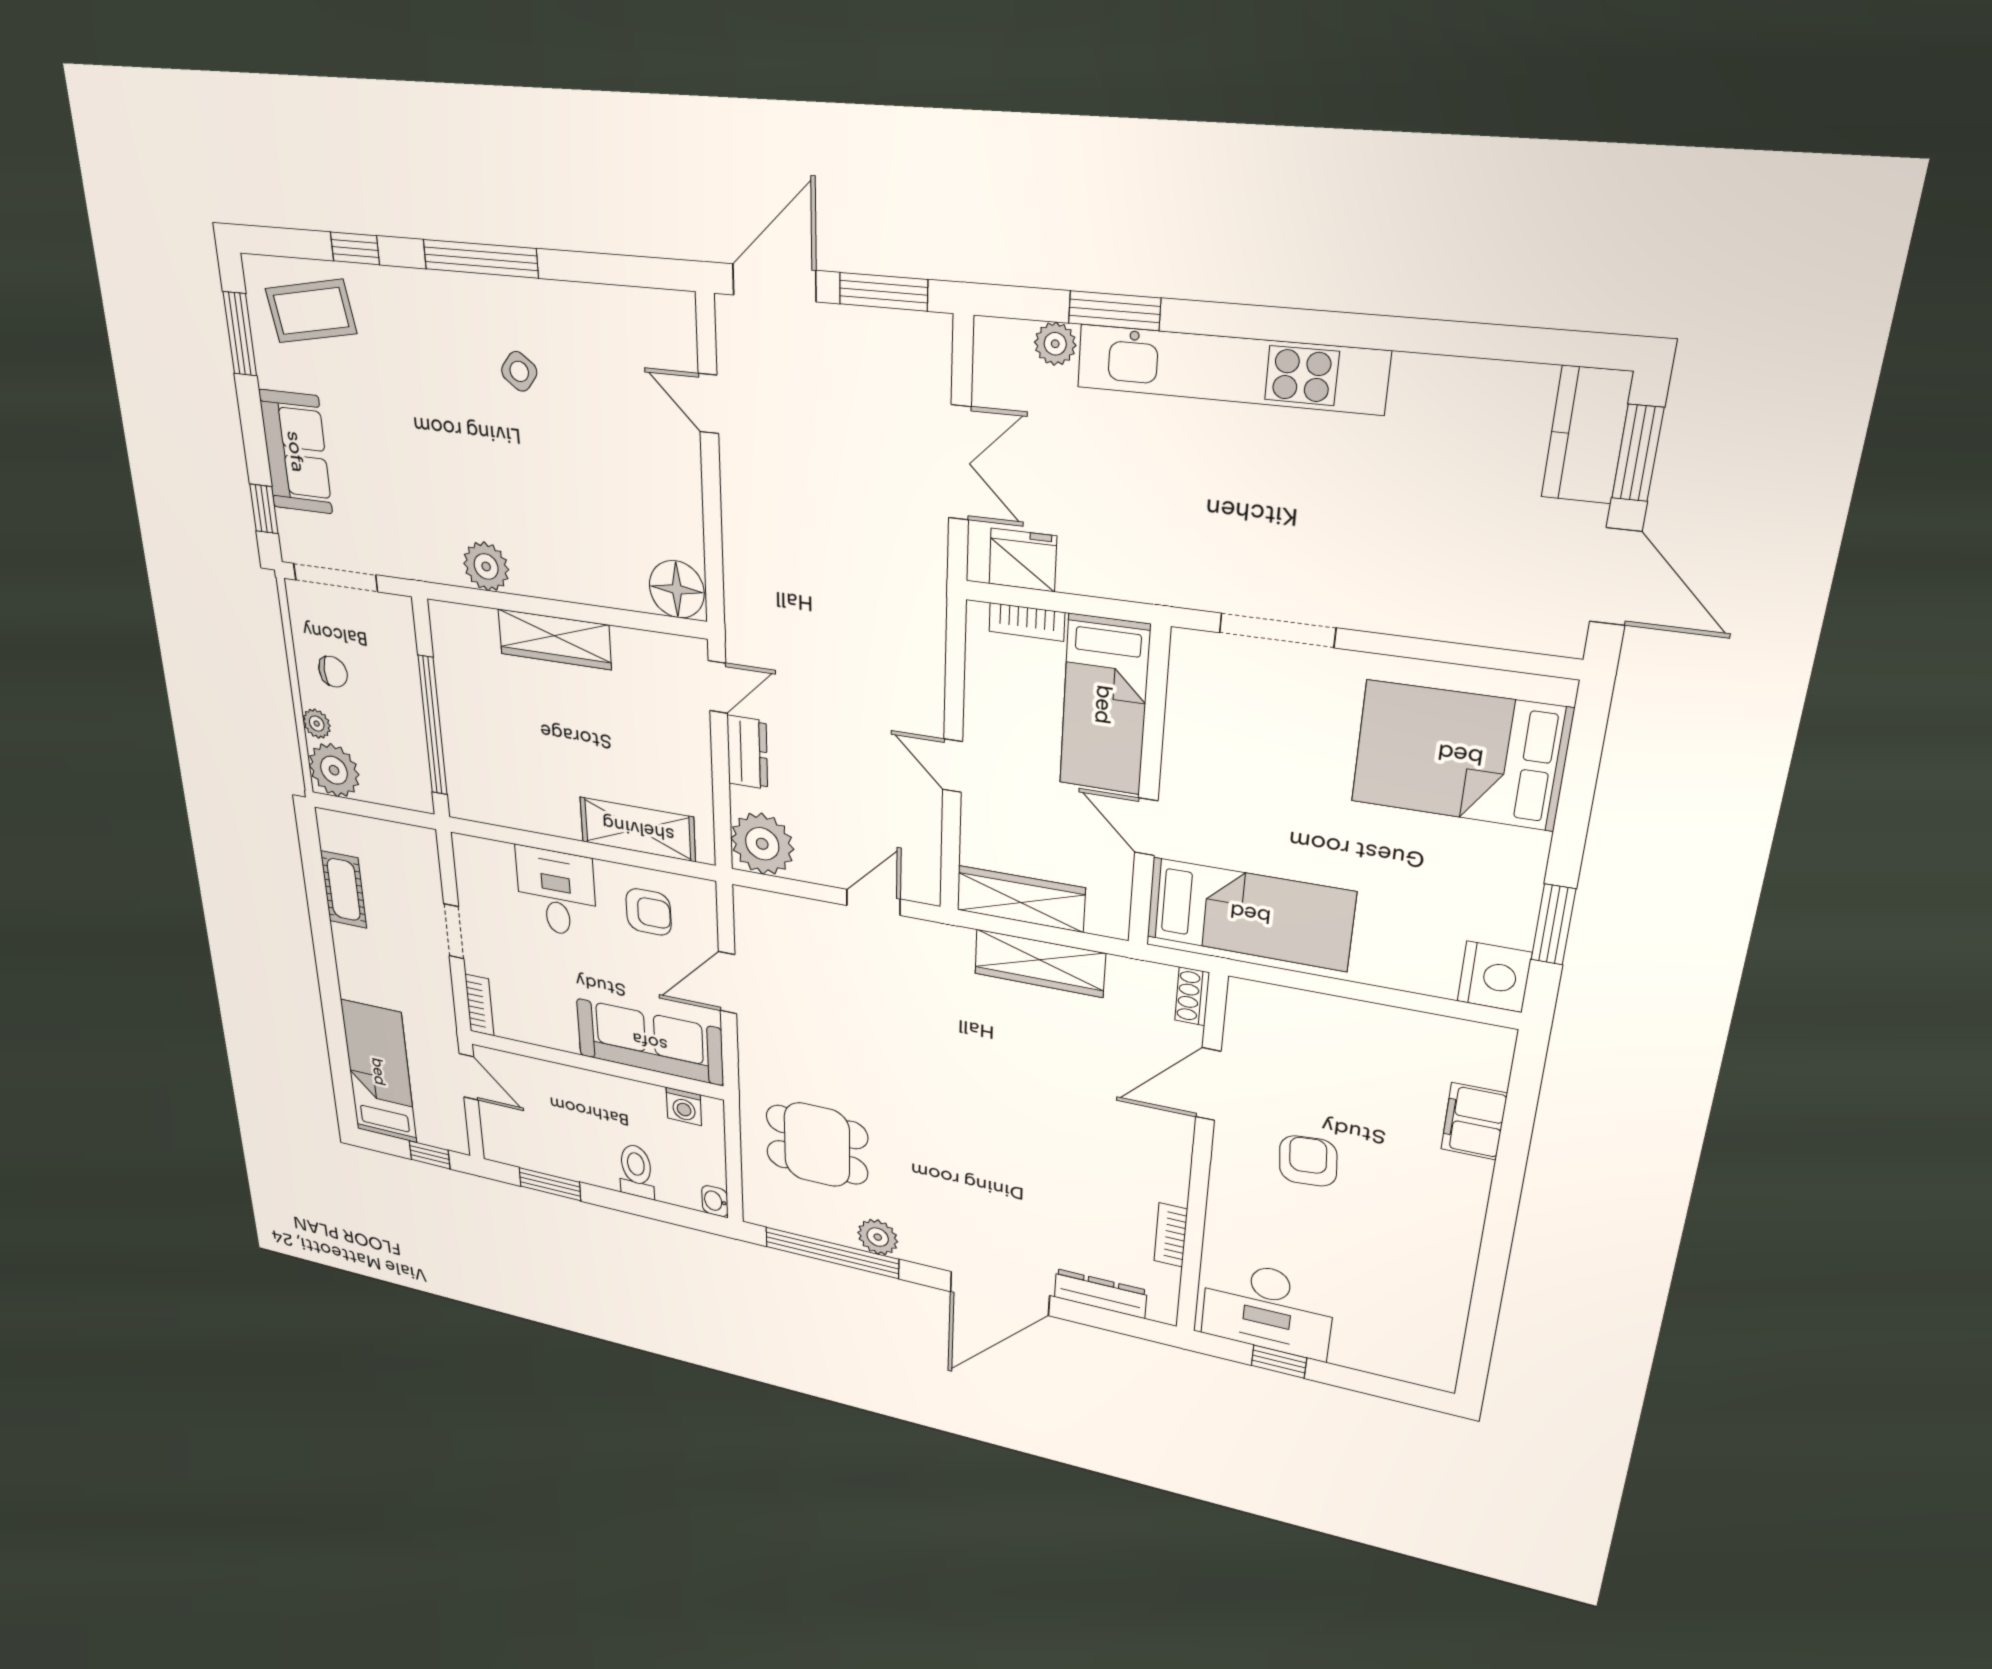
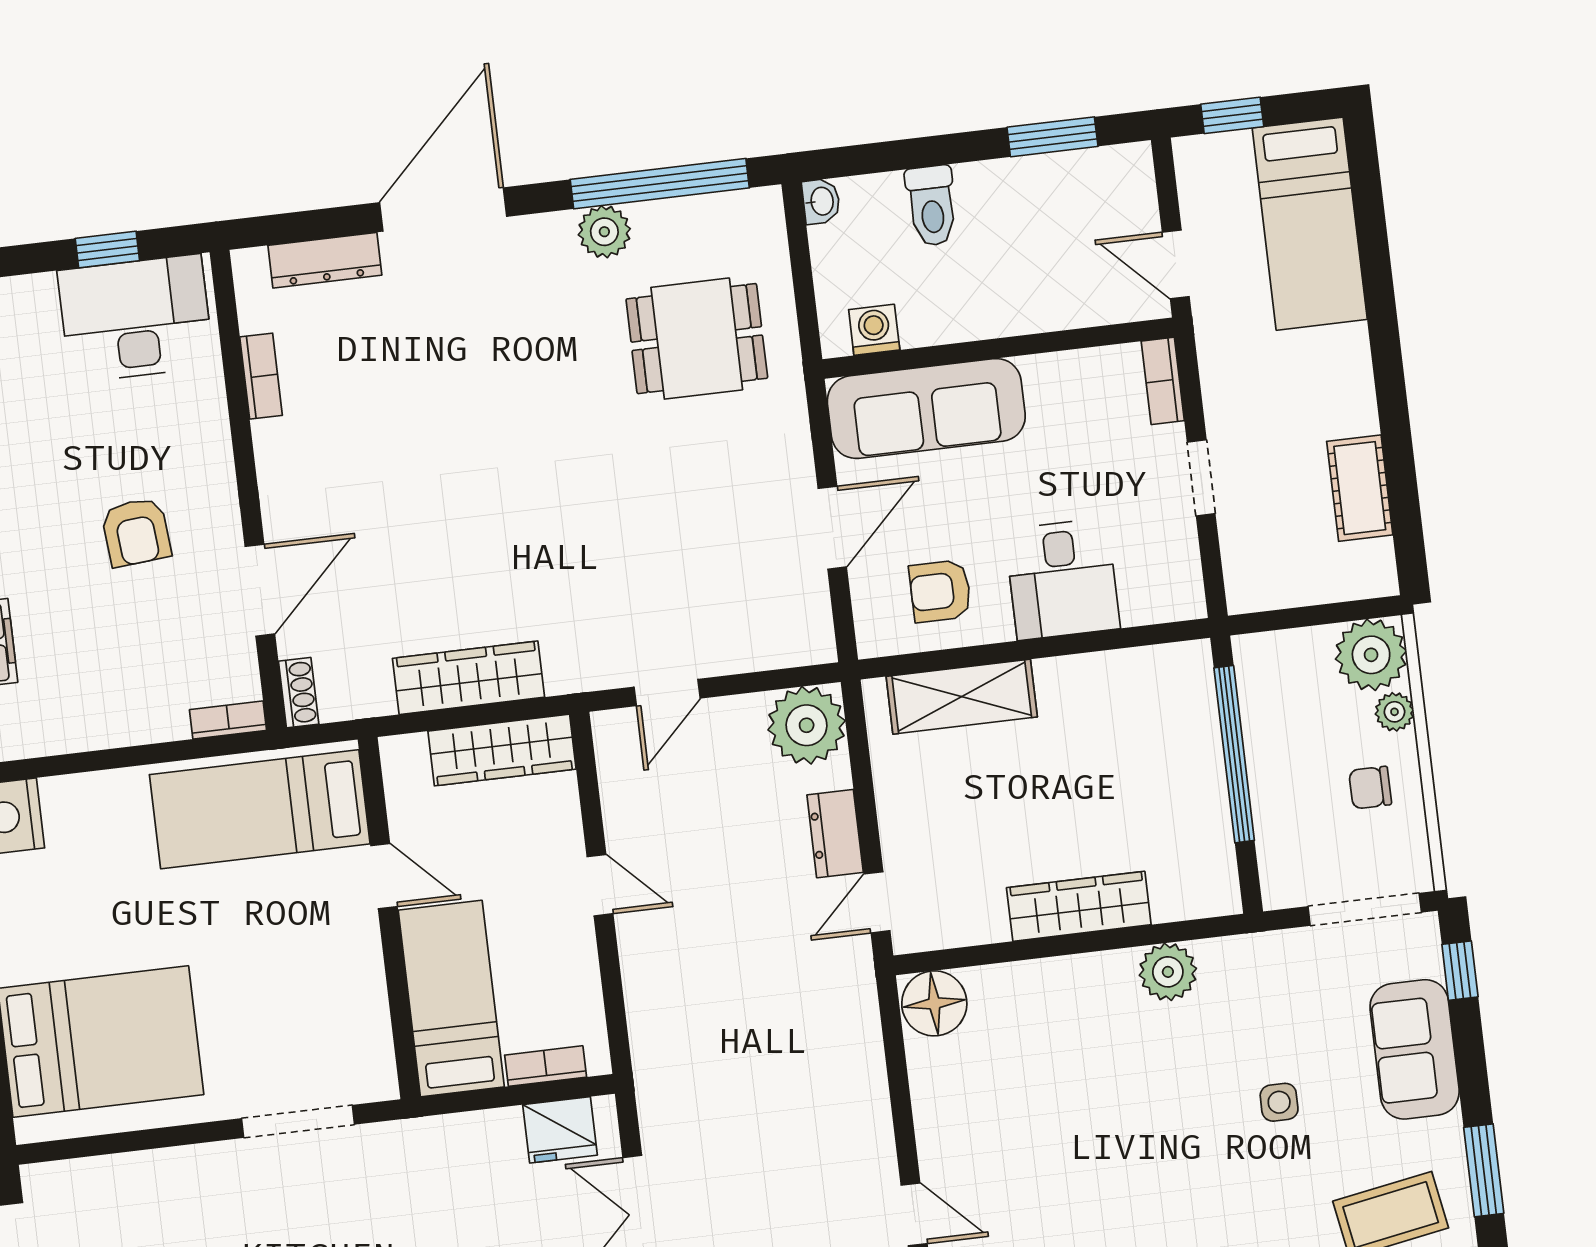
side table: (519, 371) -> (1279, 1102), moved, turned -37
bookcase: (1262, 994) -> (228, 720), added

